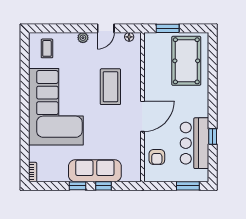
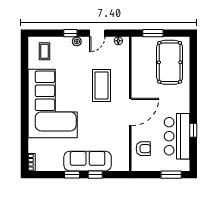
window: (76, 28) -> (70, 33), added
armchair: (157, 157) -> (143, 149), turned -90

